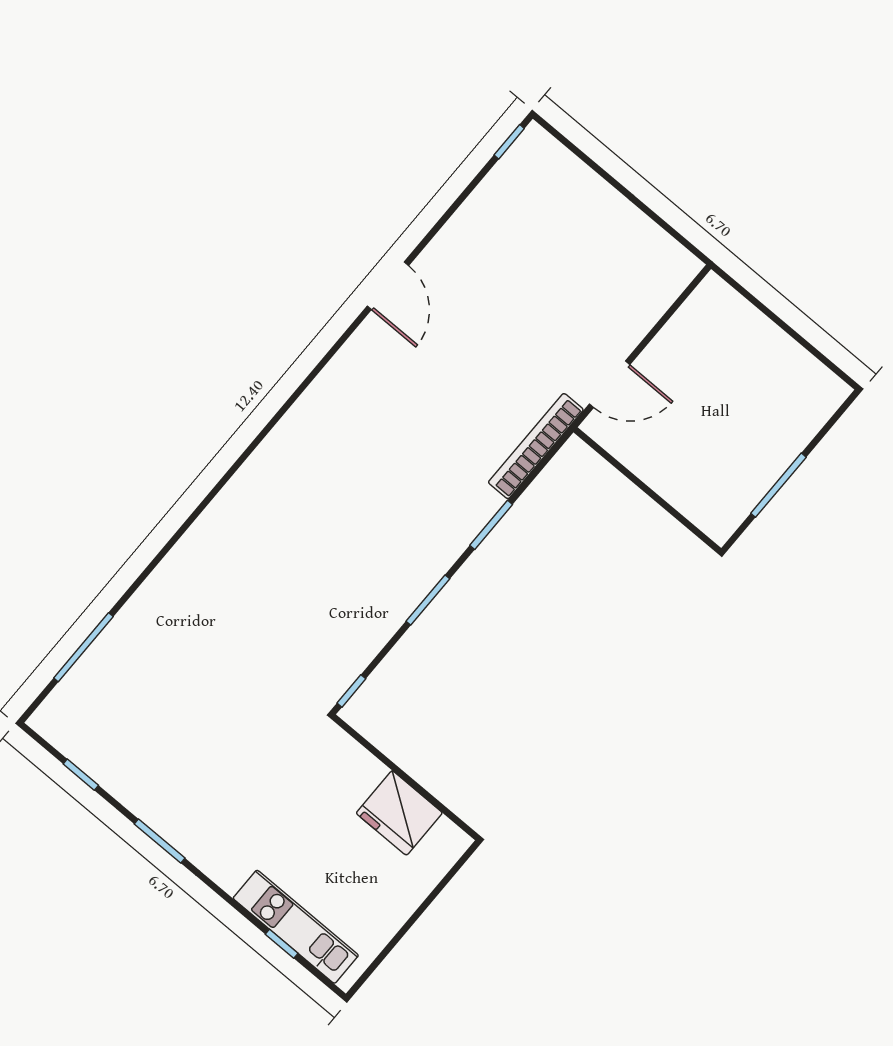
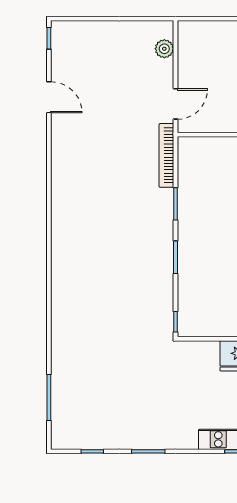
door: (388, 286) -> (49, 97), moved
plant: (659, 293) -> (164, 49), added

